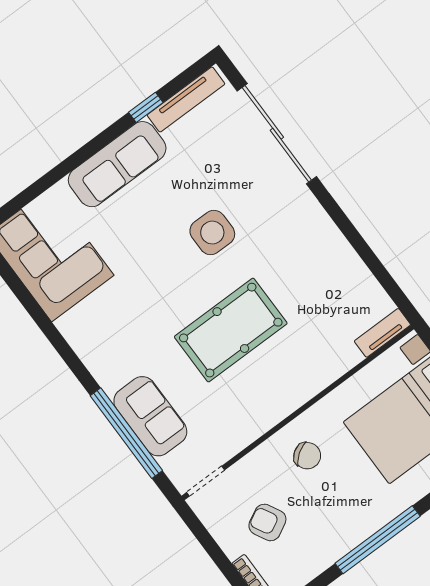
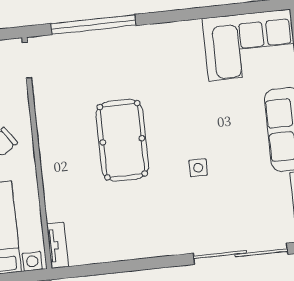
side table: (212, 233) -> (198, 168), width x0.54, depth x0.54
sofa: (150, 416) -> (95, 48), removed

